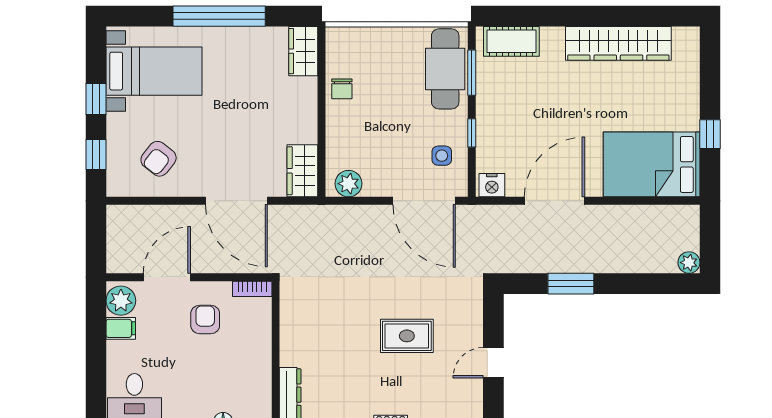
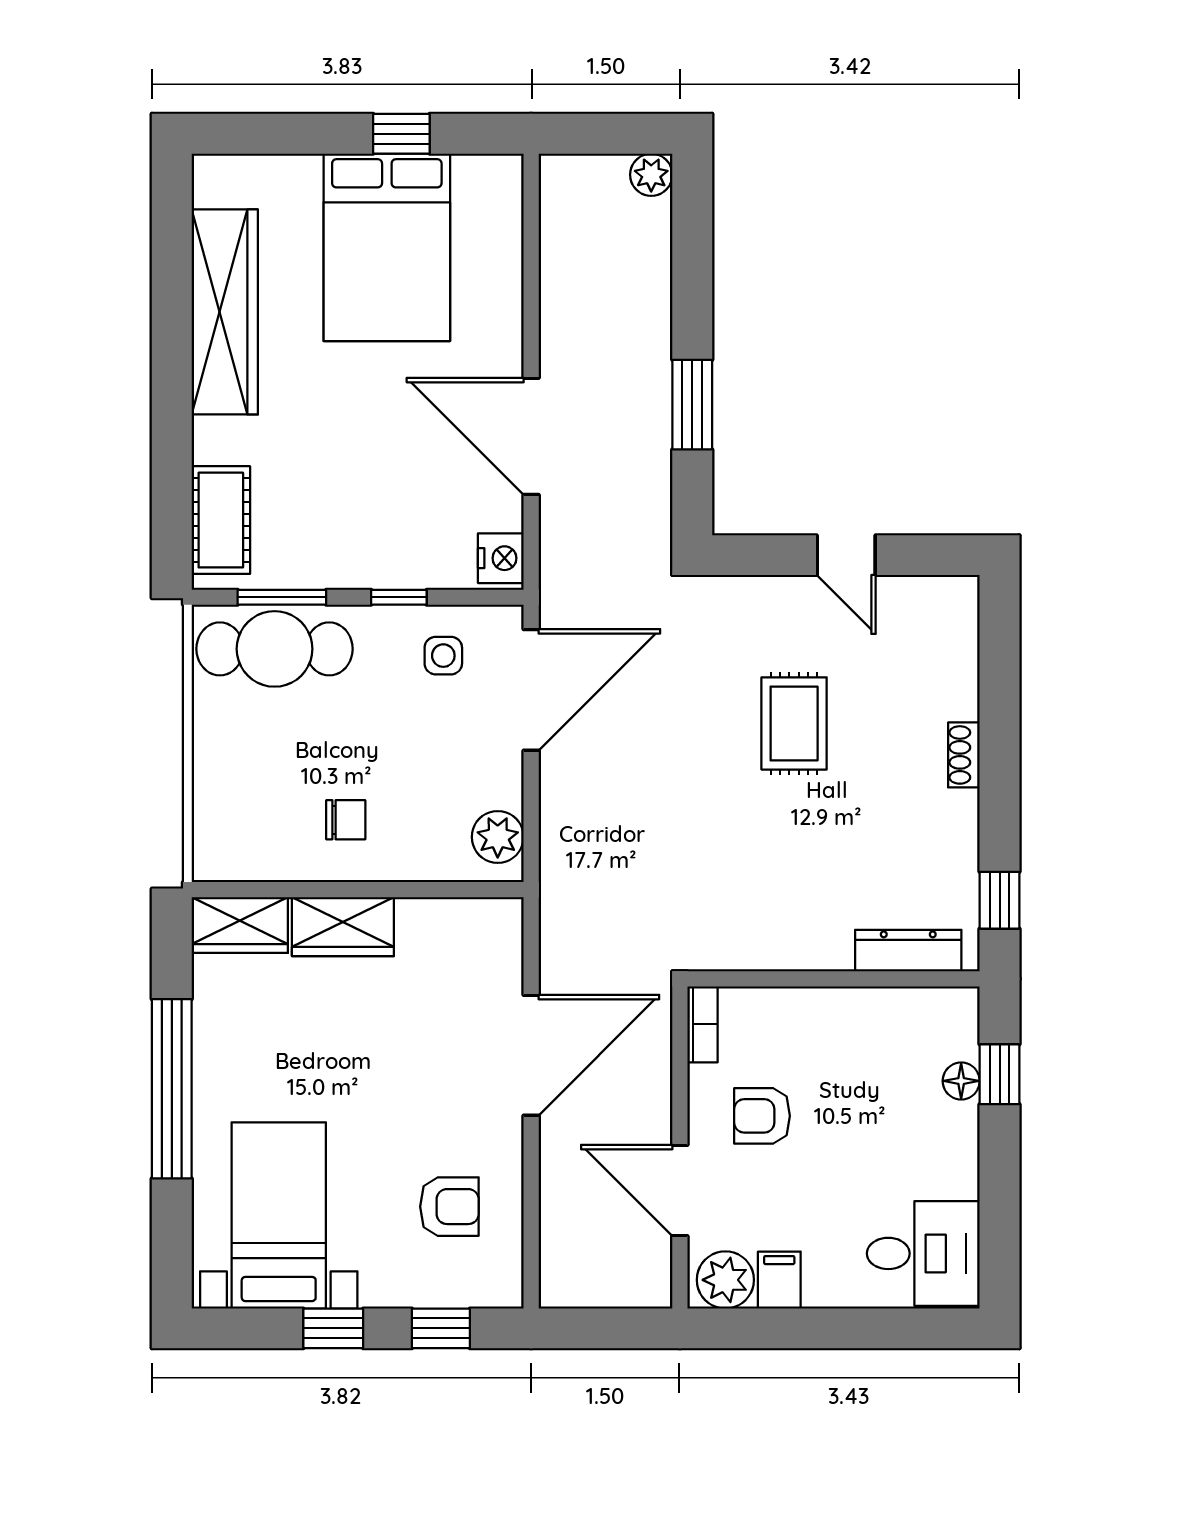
chair: (342, 89) -> (346, 820), moved
armchair: (159, 159) -> (449, 1207), turned -38
bed: (652, 164) -> (387, 247), moved
wardrobe: (302, 171) -> (343, 927), moved

